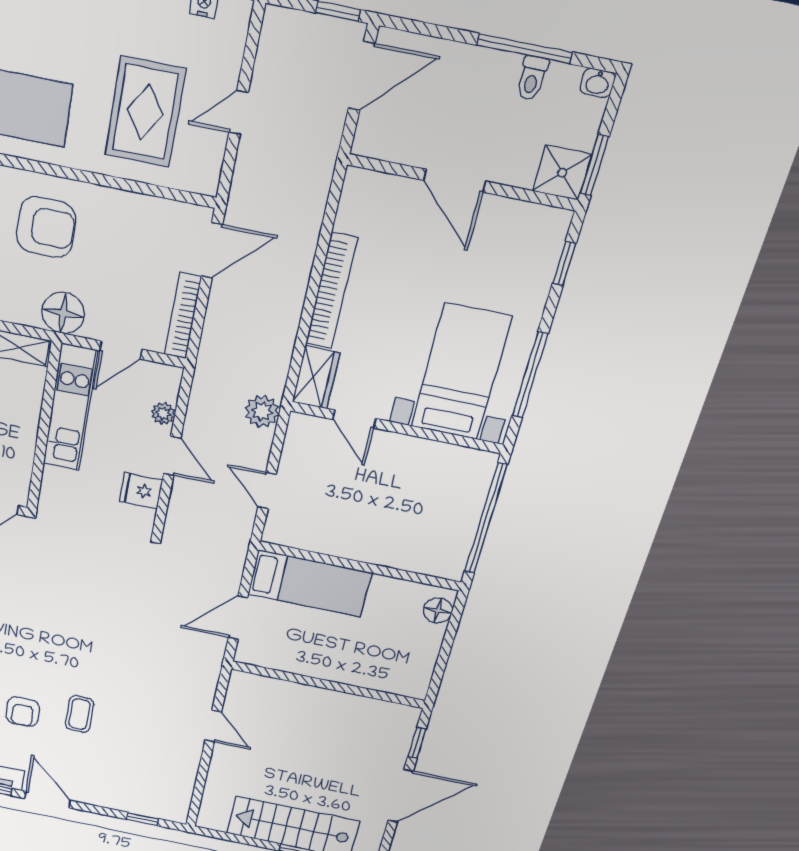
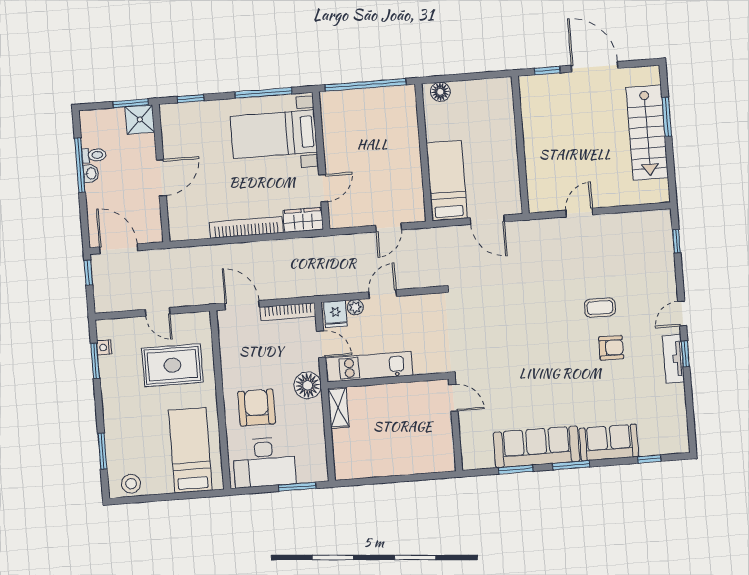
washbasin: (597, 83) -> (91, 173), moved
plant: (262, 411) -> (335, 246), removed
fridge: (141, 491) -> (335, 314), moved
door: (48, 800) -> (682, 314), width x0.73

